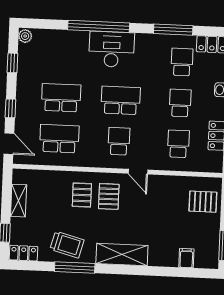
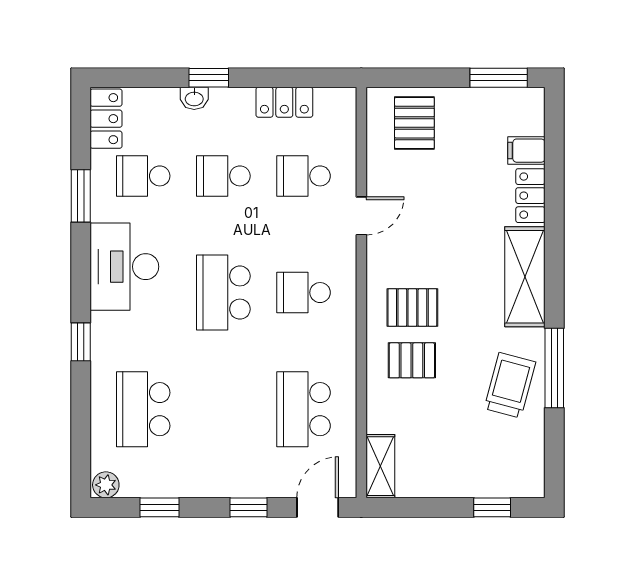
window: (99, 26) -> (81, 342), width x0.32
window: (173, 30) -> (81, 196), width x0.69
desk: (112, 49) -> (124, 267), moved
school desk: (61, 98) -> (143, 409), moved
door: (138, 172) -> (361, 216), moved
shelving: (19, 201) -> (380, 466), moved, turned 90
locker: (24, 253) -> (530, 196), moved

